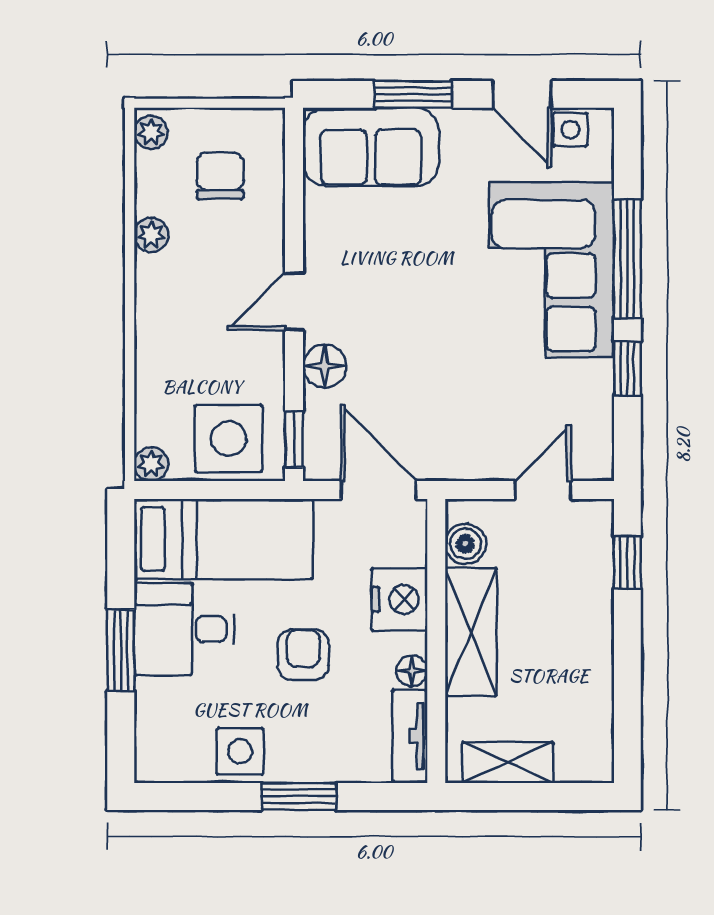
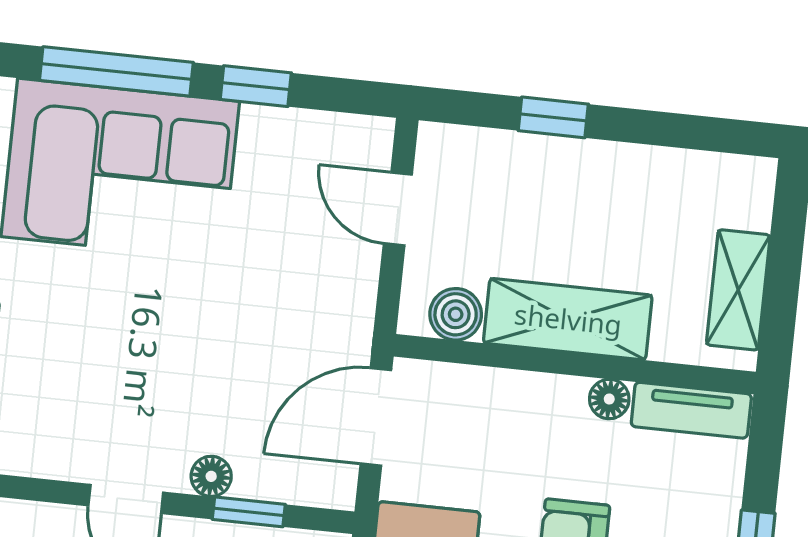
floor lamp: (325, 366) -> (211, 476), width x0.73, depth x0.73
window: (294, 439) -> (249, 512), moved
window: (627, 562) -> (553, 117), moved
nightstand: (399, 599) -> (517, 405), removed

